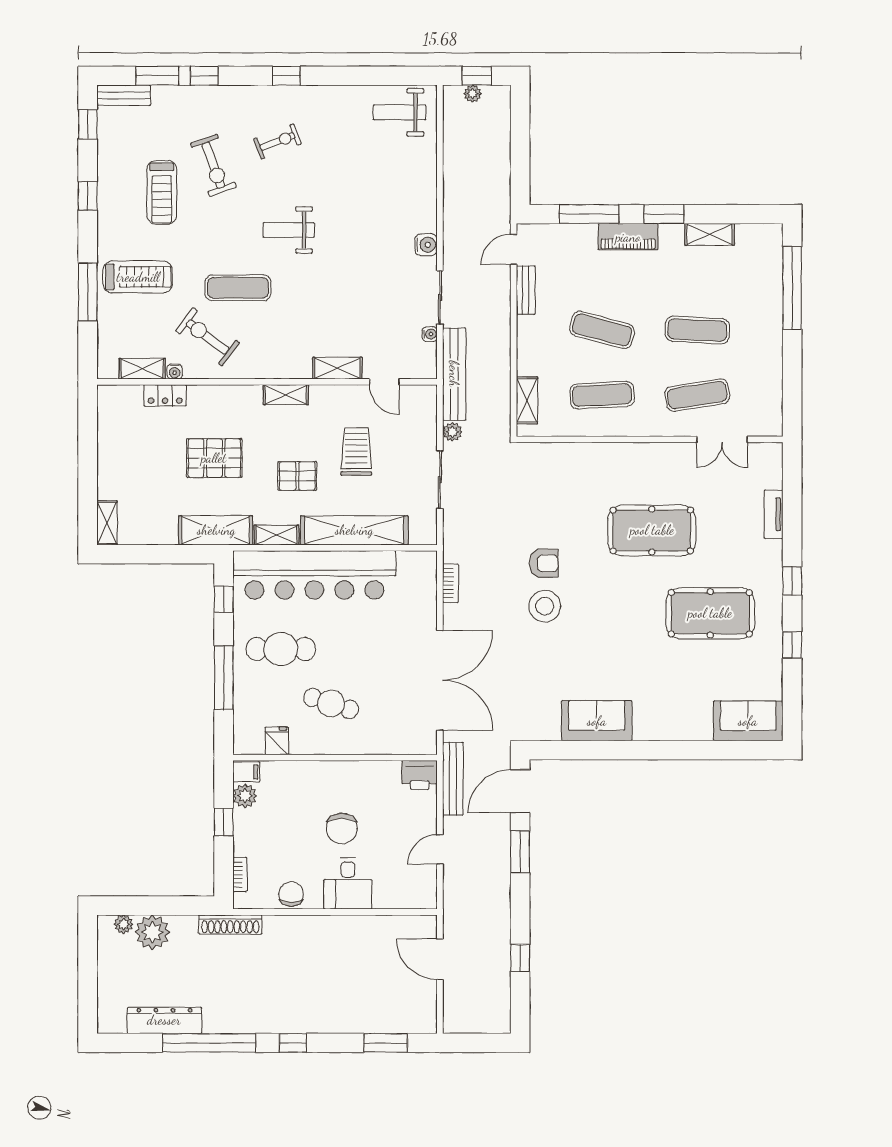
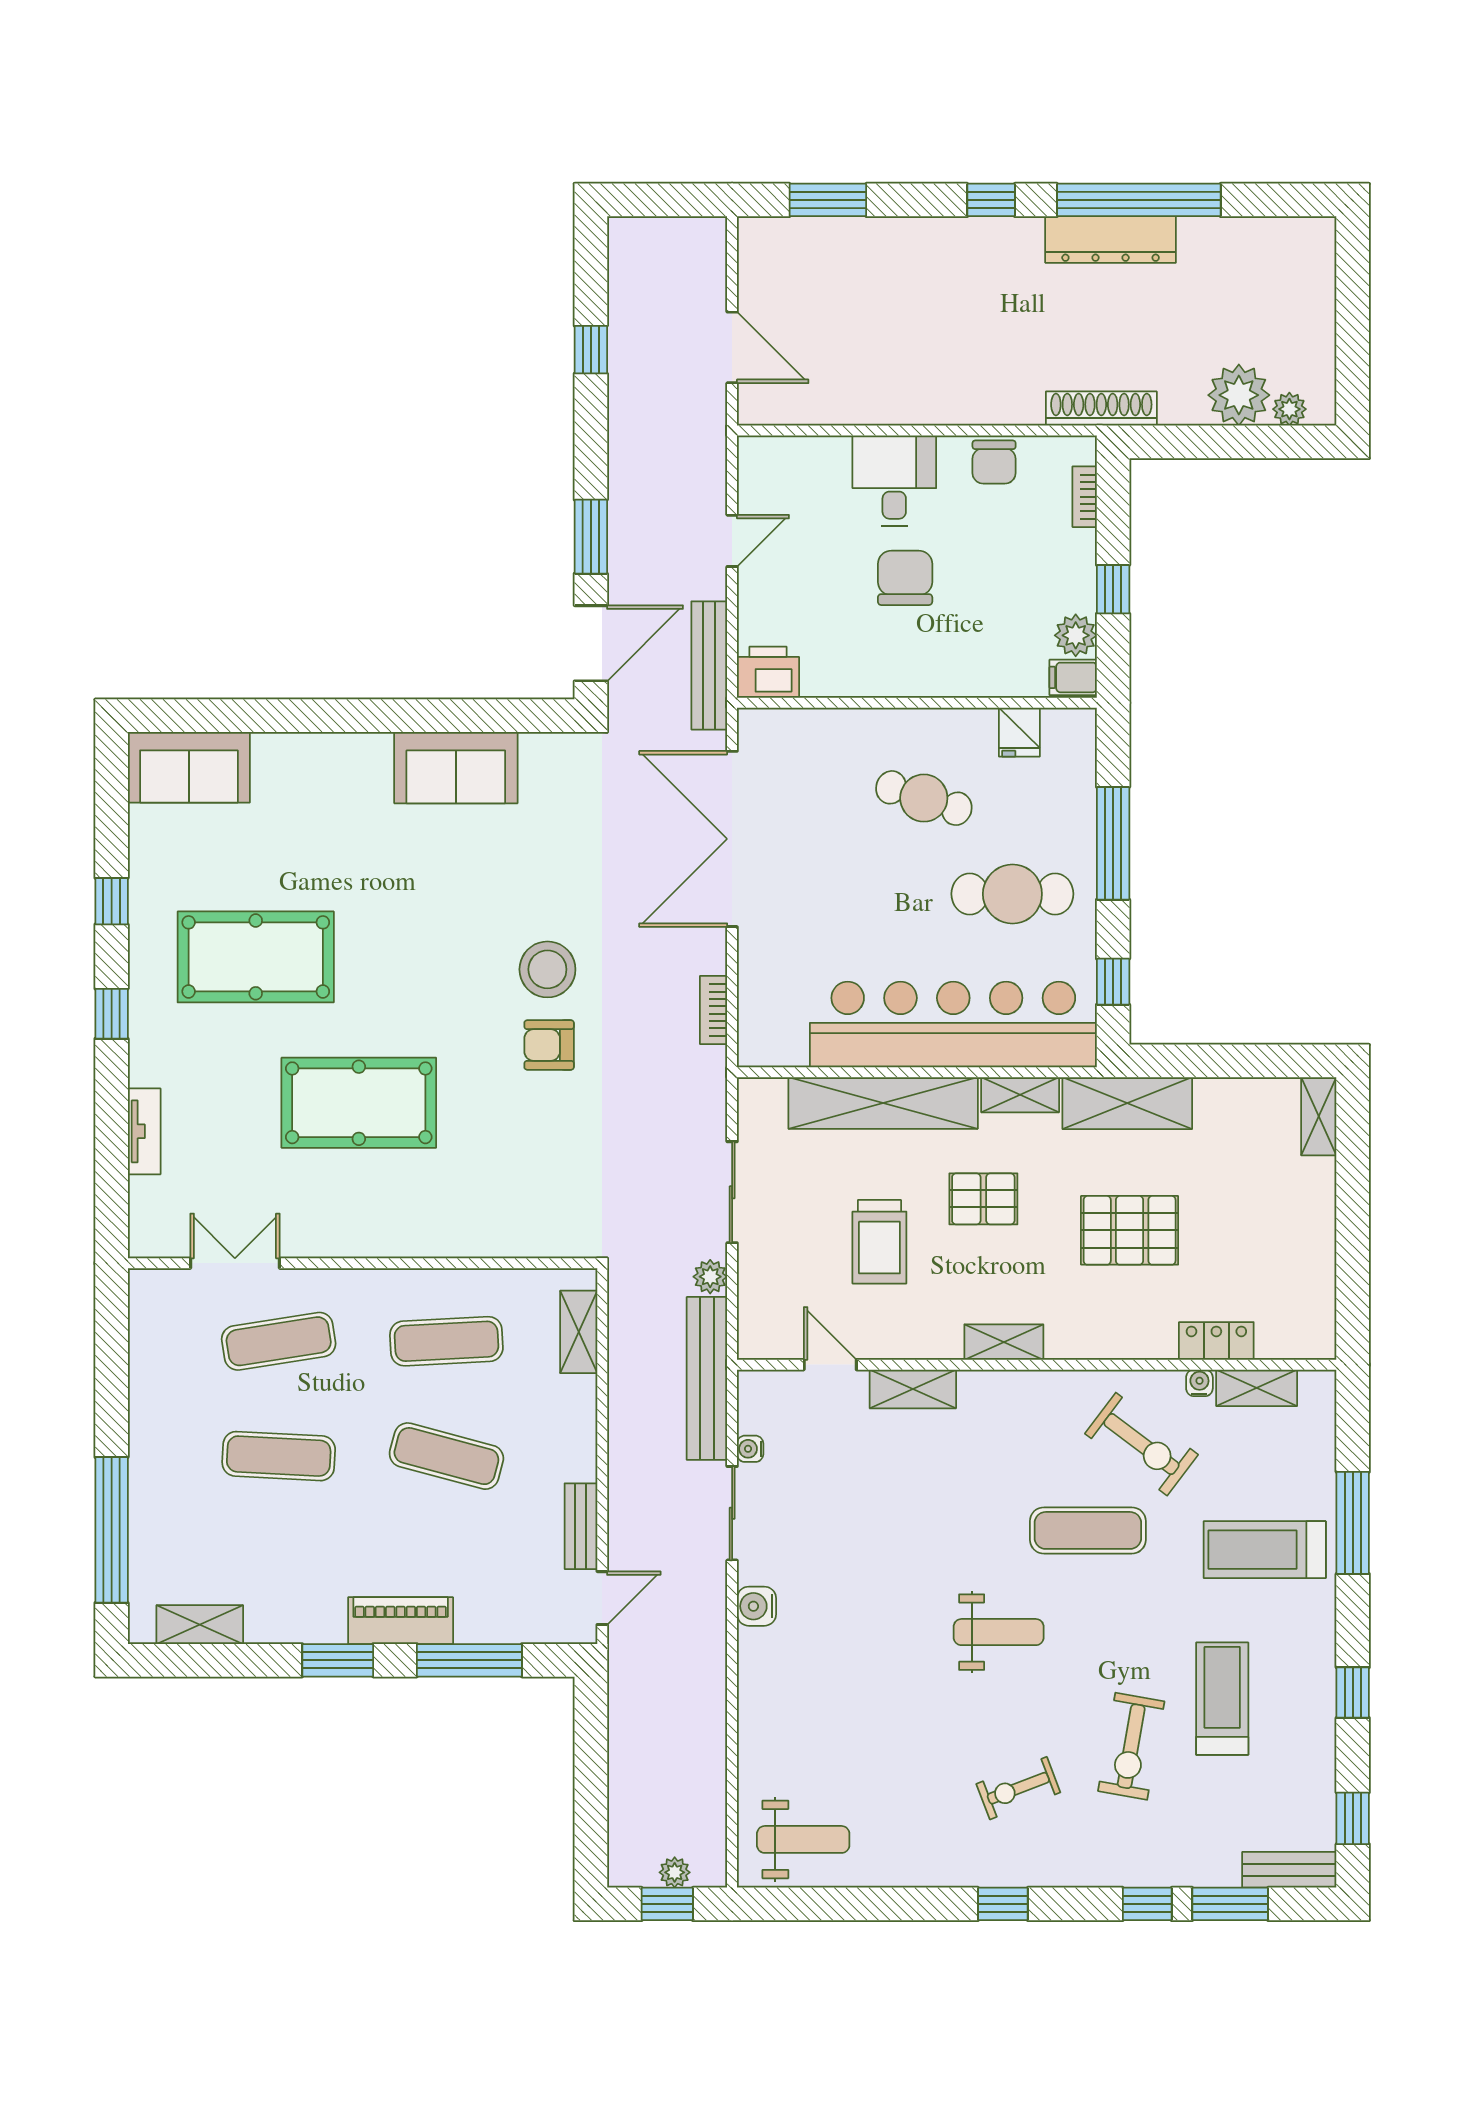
exercise bike: (213, 165) -> (1131, 1746), turned -150
shelving: (710, 234) -> (200, 1625), moved
dresser: (164, 1020) -> (1111, 240), moved

